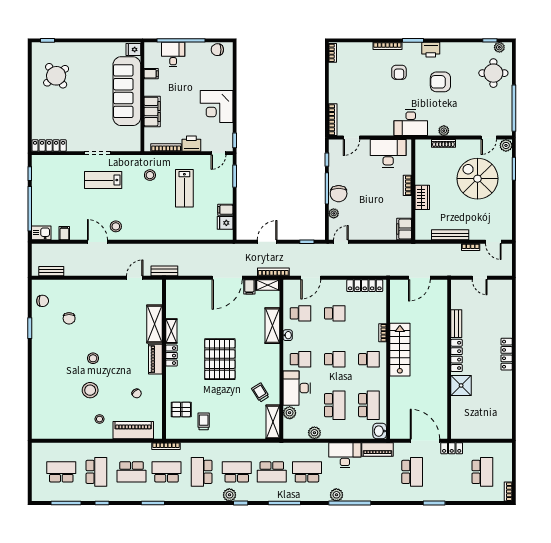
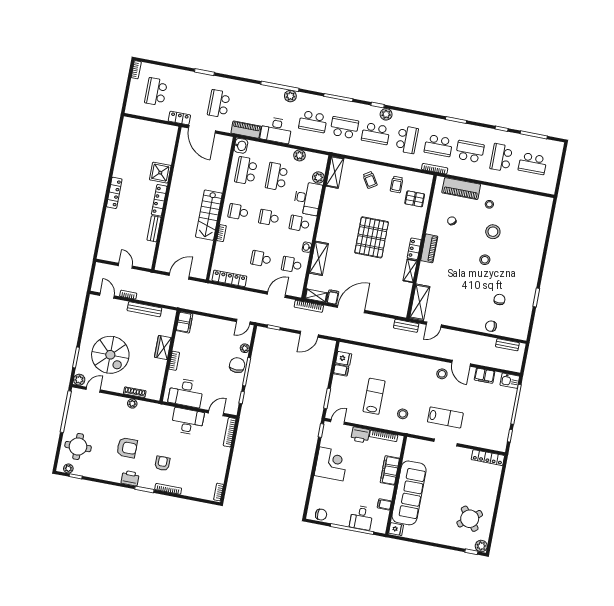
plant: (38, 49) -> (481, 546), added
desk: (411, 123) -> (188, 421), moved
filing cabinet: (64, 233) -> (485, 376), width x2.00
chair: (43, 301) -> (491, 326), moved
shelving: (155, 324) -> (420, 302), moved
trolley: (260, 392) -> (370, 180), moved

